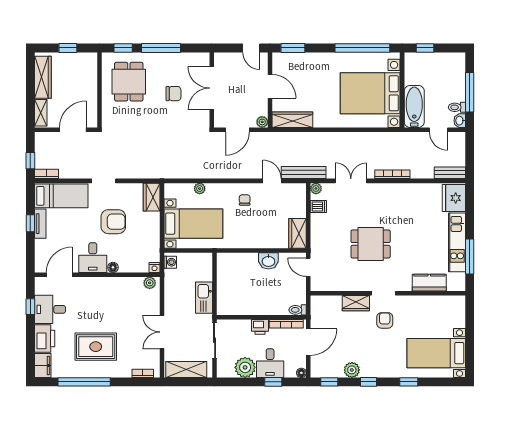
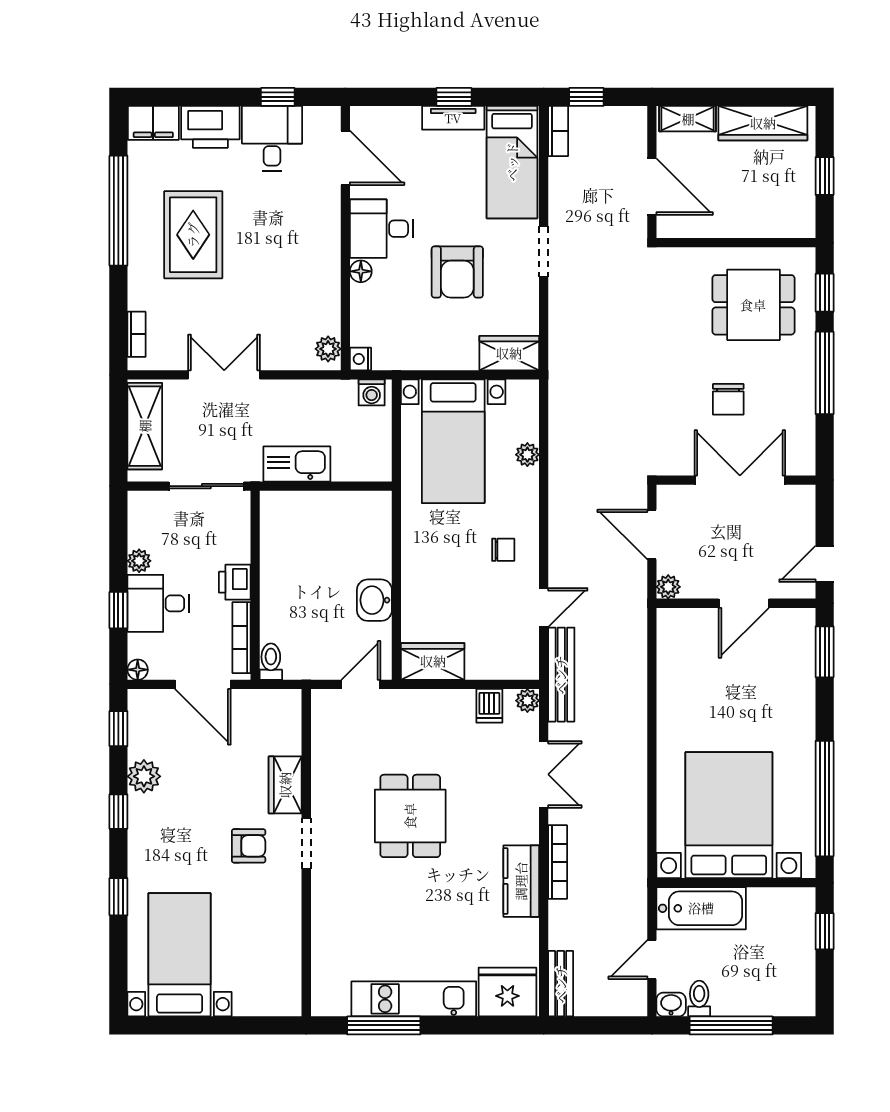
wardrobe: (292, 120) -> (673, 651), removed
kitchen counter: (429, 283) -> (521, 881), moved, turned 180
plant: (245, 367) -> (139, 561), width x0.53, depth x0.53

